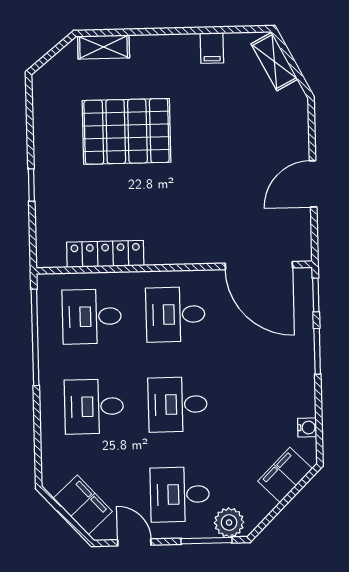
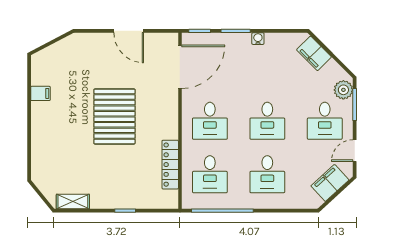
shelving: (104, 47) -> (73, 202), moved, turned 90
shelving: (274, 62) -> (50, 54), removed
pallet: (127, 131) -> (114, 116), moved
water cooler: (307, 428) -> (258, 39), moved

